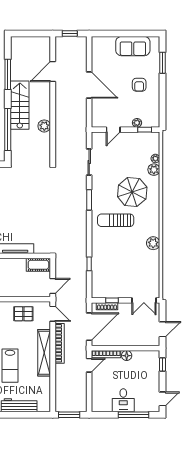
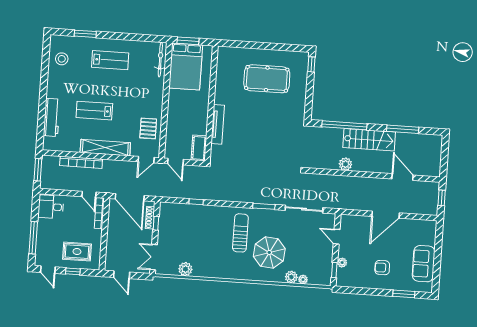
sliding door: (89, 162) -> (304, 209), width x1.37
plant: (153, 243) -> (185, 269), moved
bookcase: (60, 343) -> (81, 162), moved
floor lamp: (127, 356) -> (96, 235), removed
window: (163, 364) -> (73, 271), moved
rug: (144, 373) -> (77, 252), added
desk: (123, 400) -> (51, 207), moved

